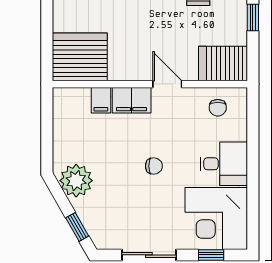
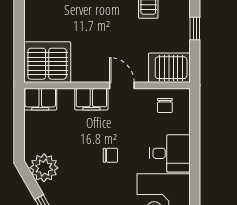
filing cabinet: (101, 100) -> (40, 99), moved, width x2.00

